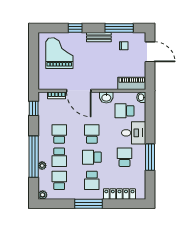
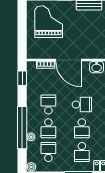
school desk: (92, 134) -> (82, 105), turned 90
school desk: (92, 157) -> (82, 128), turned -90

